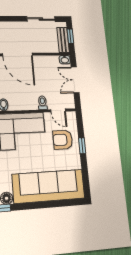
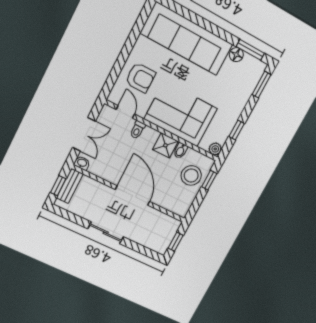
sliding door: (41, 19) -> (106, 233), moved
shower: (17, 103) -> (165, 145), added
window: (82, 146) -> (123, 58), removed

